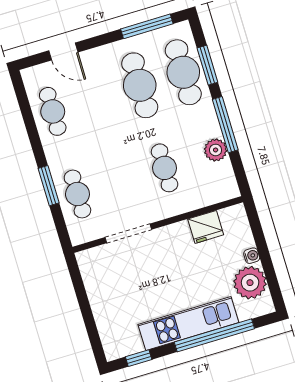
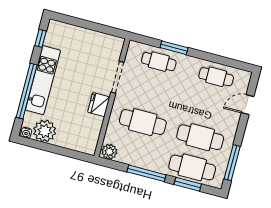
plant: (216, 150) -> (109, 152), moved
cafe table: (165, 168) -> (143, 122), width x1.37, depth x1.35
fridge: (206, 227) -> (99, 105), moved
water cooler: (252, 256) -> (26, 133), moved

